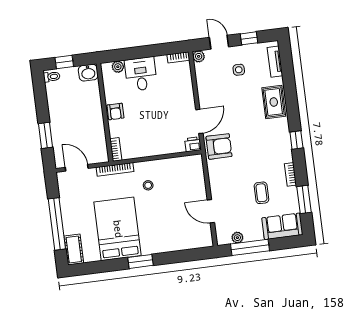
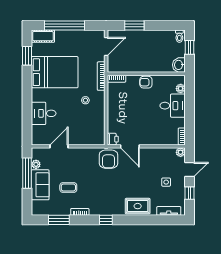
sofa: (282, 226) -> (40, 185), moved
desk: (172, 236) -> (44, 113), added
window: (141, 261) -> (27, 56), moved

